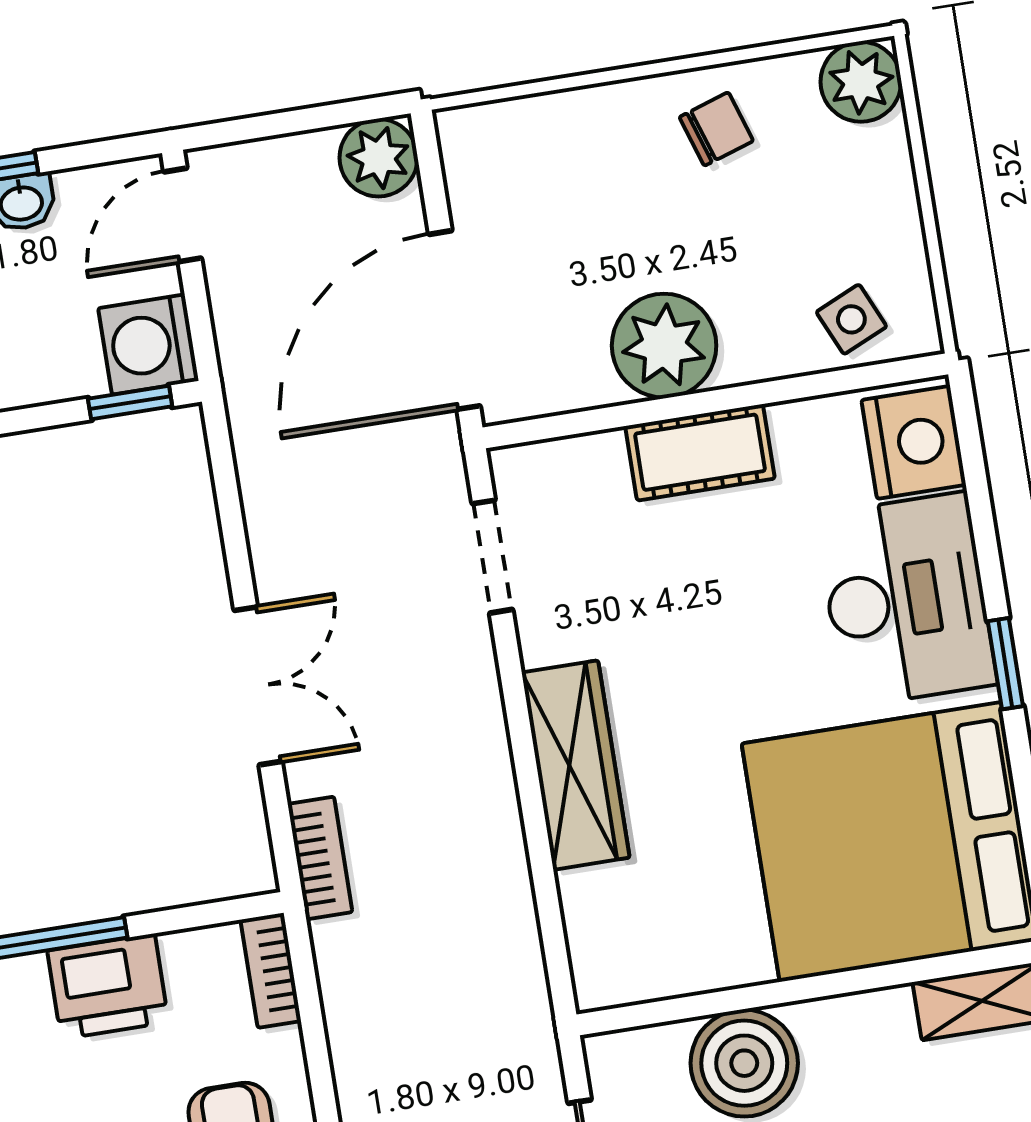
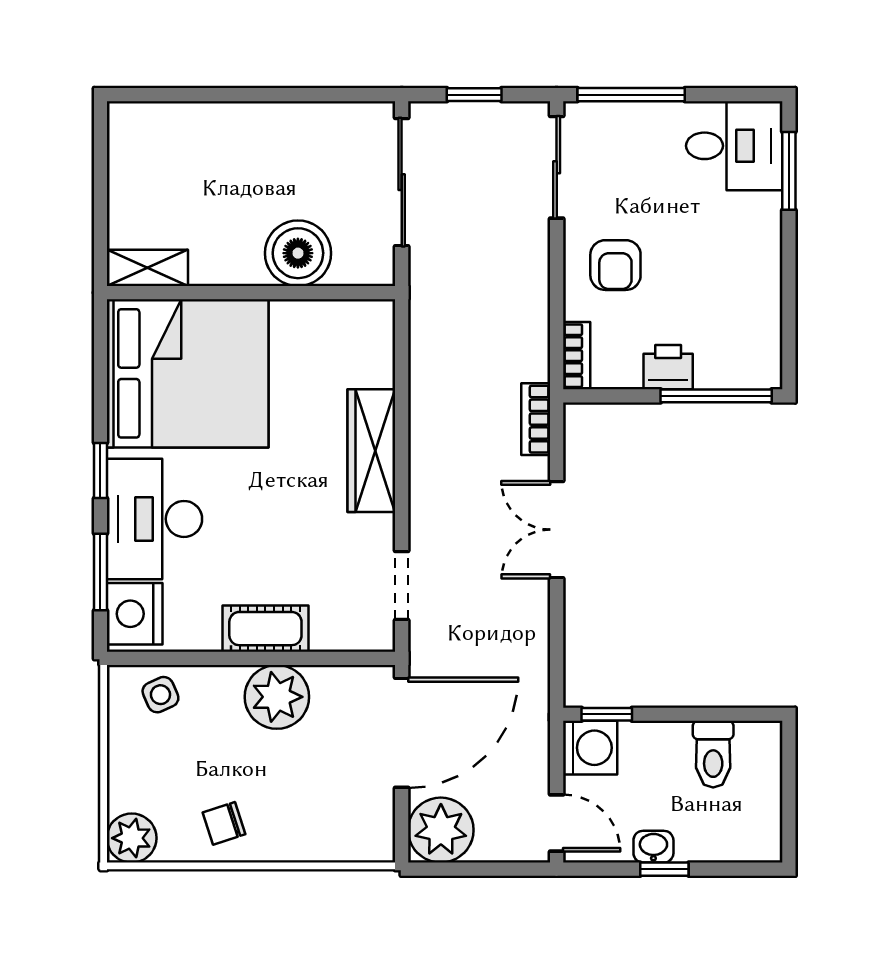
plant: (378, 158) -> (441, 830), width x1.36, depth x1.36
door: (183, 215) -> (557, 823), hinge flipped
window: (979, 501) -> (100, 572), added
printer: (108, 986) -> (668, 367), width x0.73, depth x0.81

